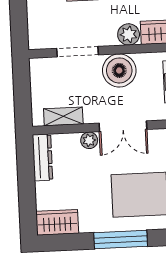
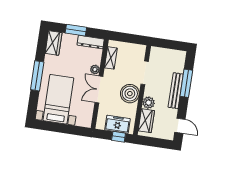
window: (27, 188) -> (76, 30), added

